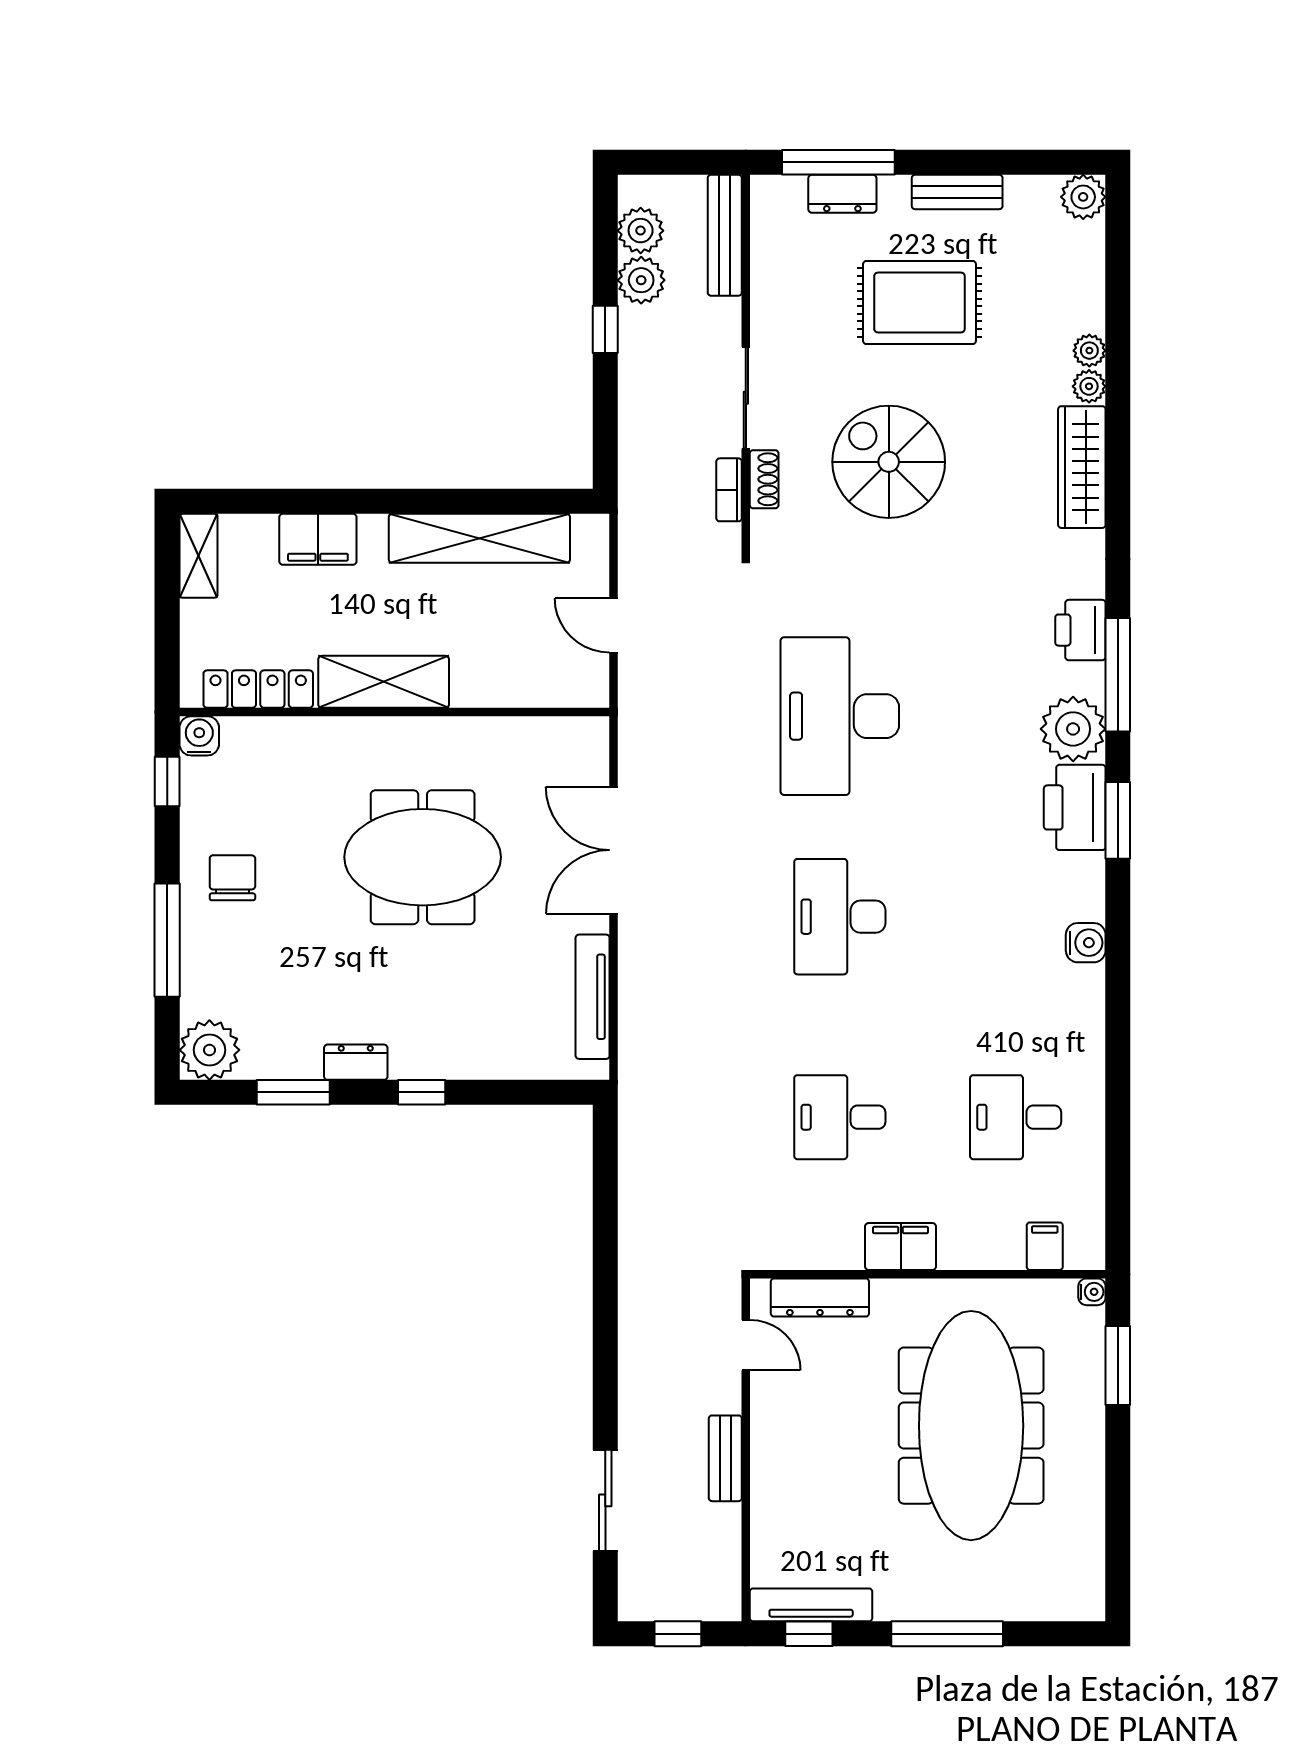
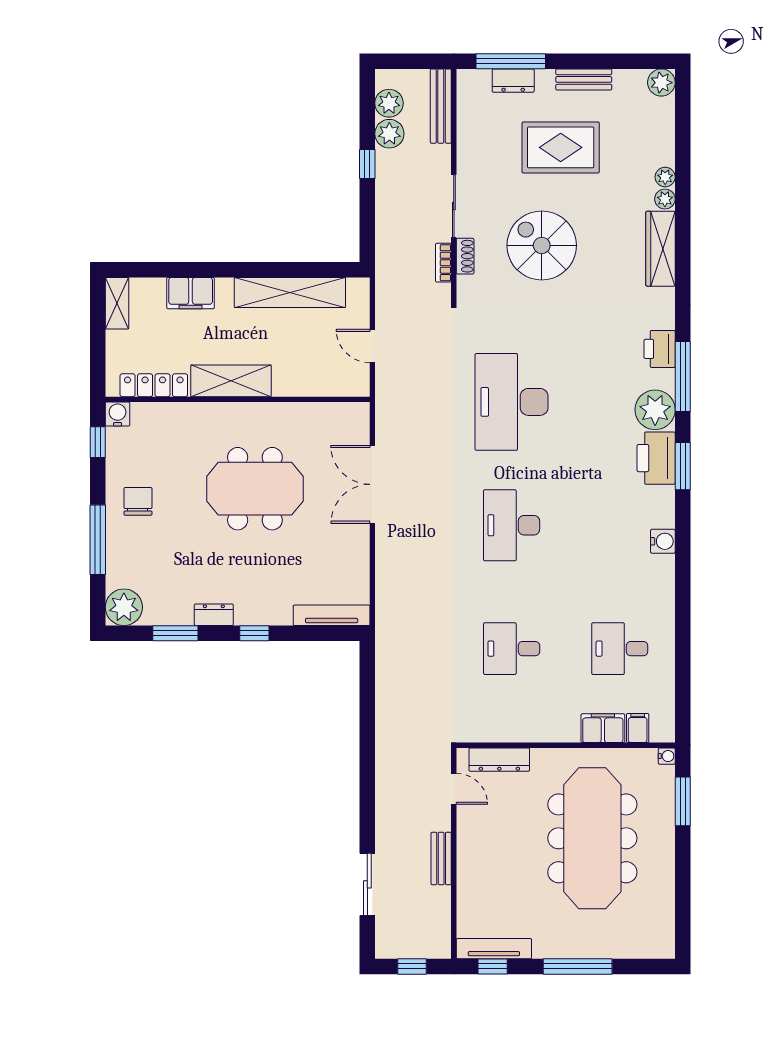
tv unit: (593, 997) -> (332, 615), moved, turned 90
filing cabinet: (901, 1247) -> (603, 728), moved

